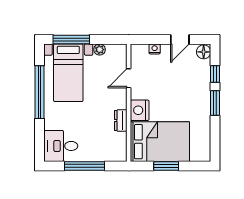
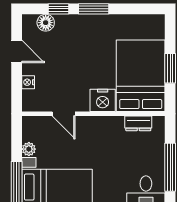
floor lamp: (204, 52) -> (46, 23), moved
dresser: (121, 121) -> (138, 123), moved

